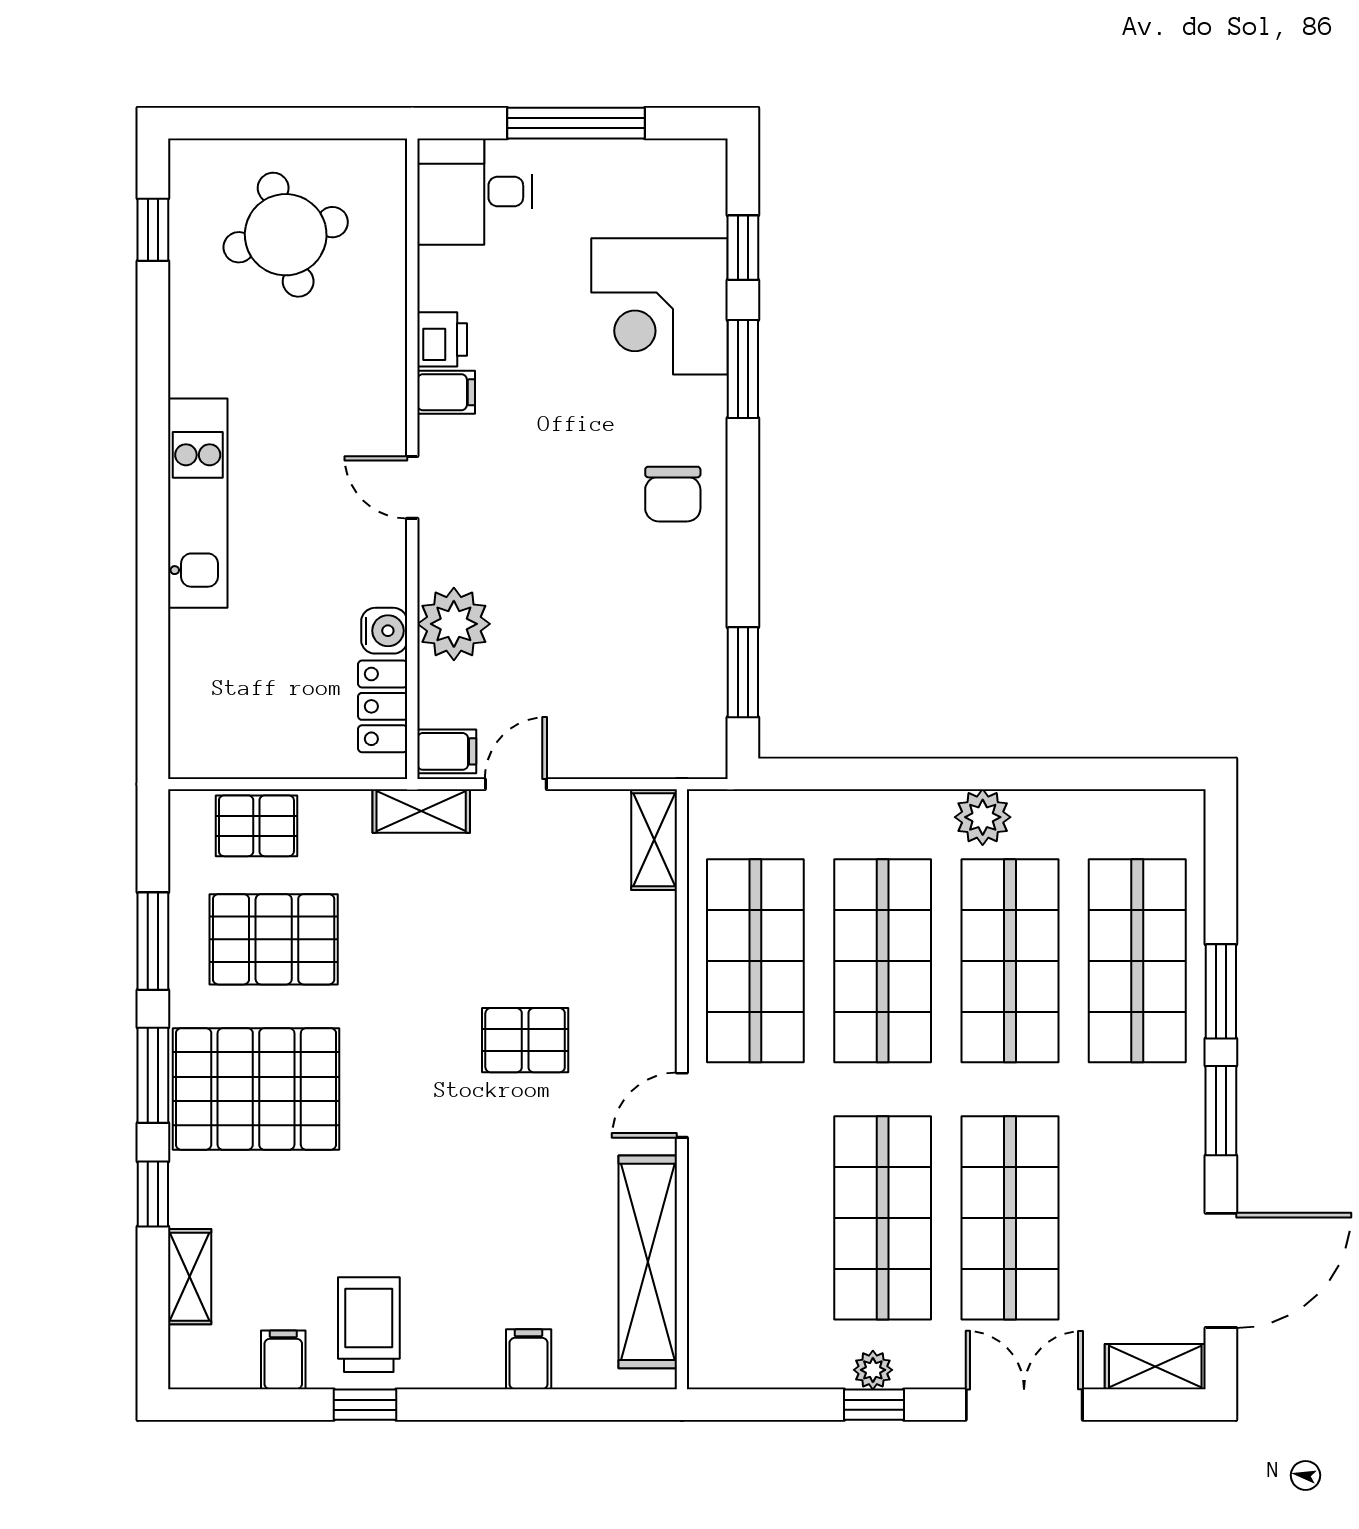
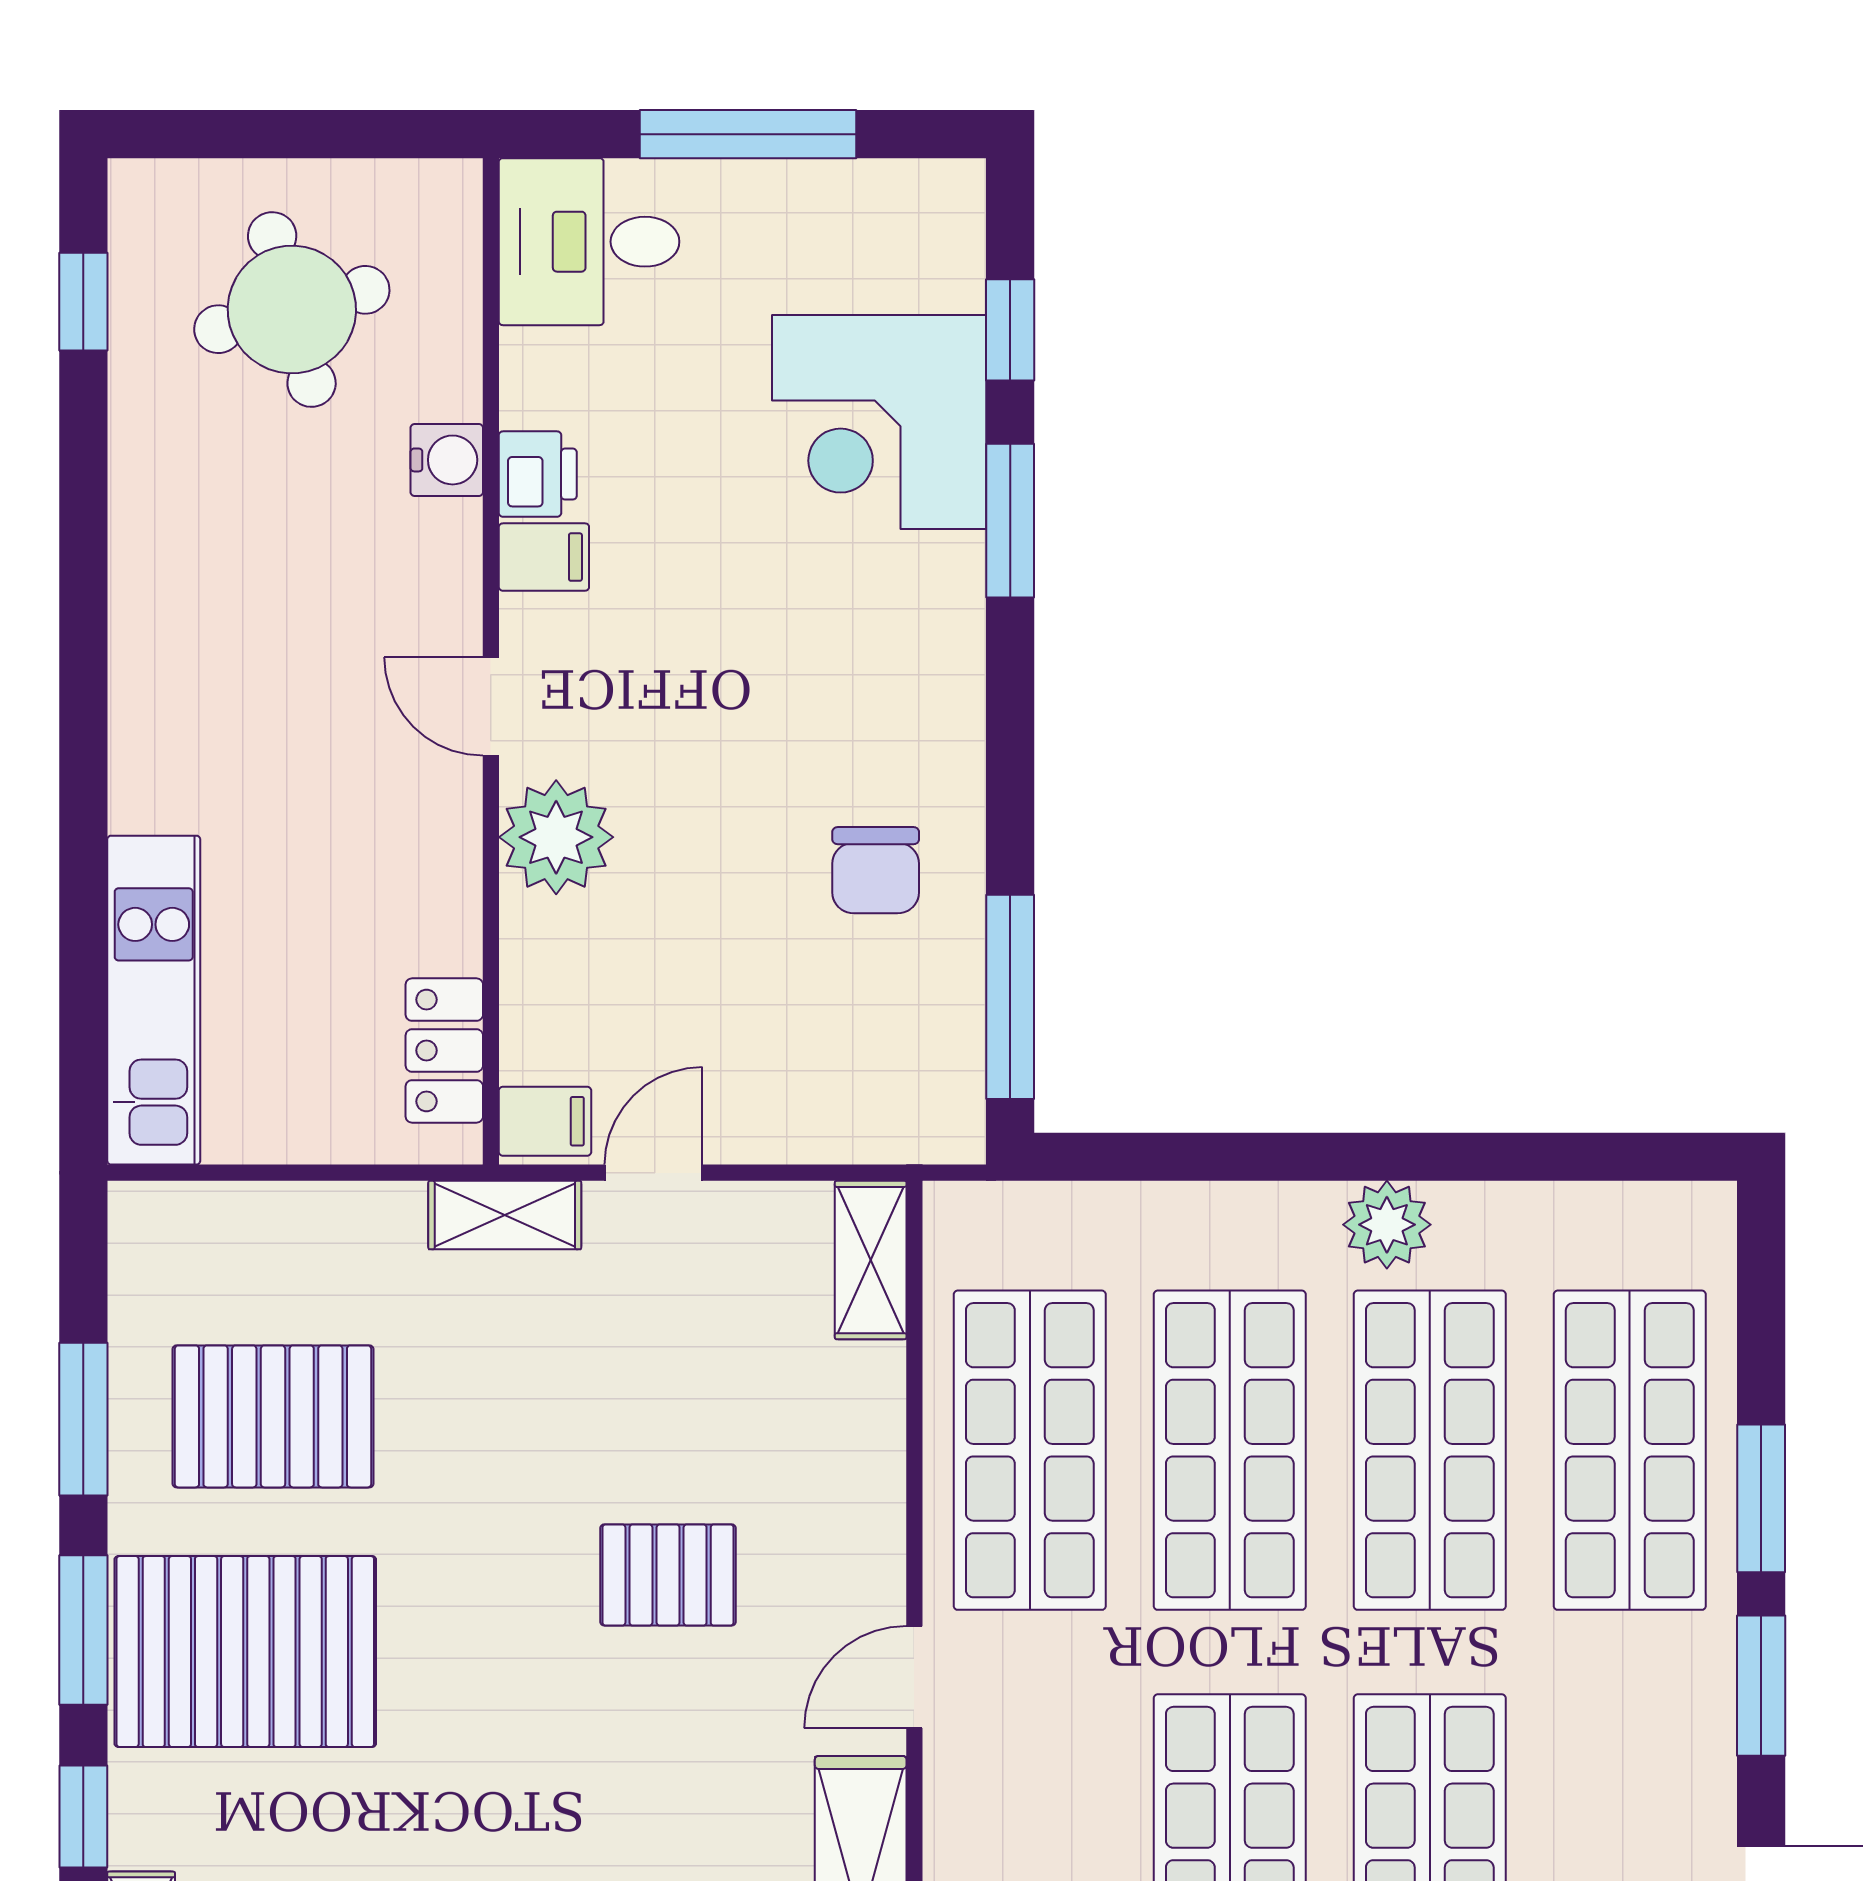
chair: (673, 494) -> (876, 870), moved
kitchen unit: (198, 503) -> (154, 1000), moved
plant: (454, 624) -> (556, 837), moved
water cooler: (384, 631) -> (447, 460), moved
window: (743, 672) -> (1010, 997), width x1.44
pallet: (256, 826) -> (246, 1238), removed

